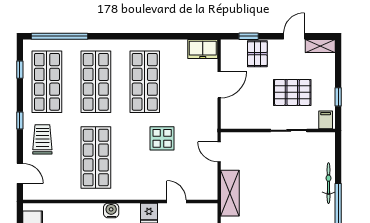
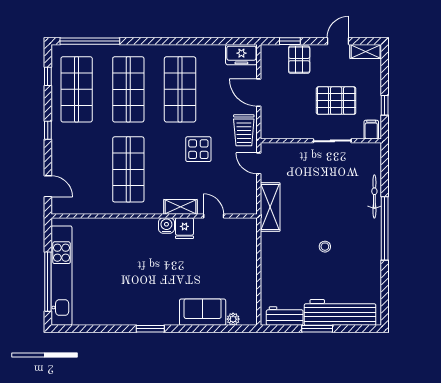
door: (219, 85) -> (259, 93), swing flipped
trolley: (42, 139) -> (244, 130), moved, turned 180
shelving: (145, 193) -> (180, 207), added
water cooler: (111, 211) -> (166, 226), moved

